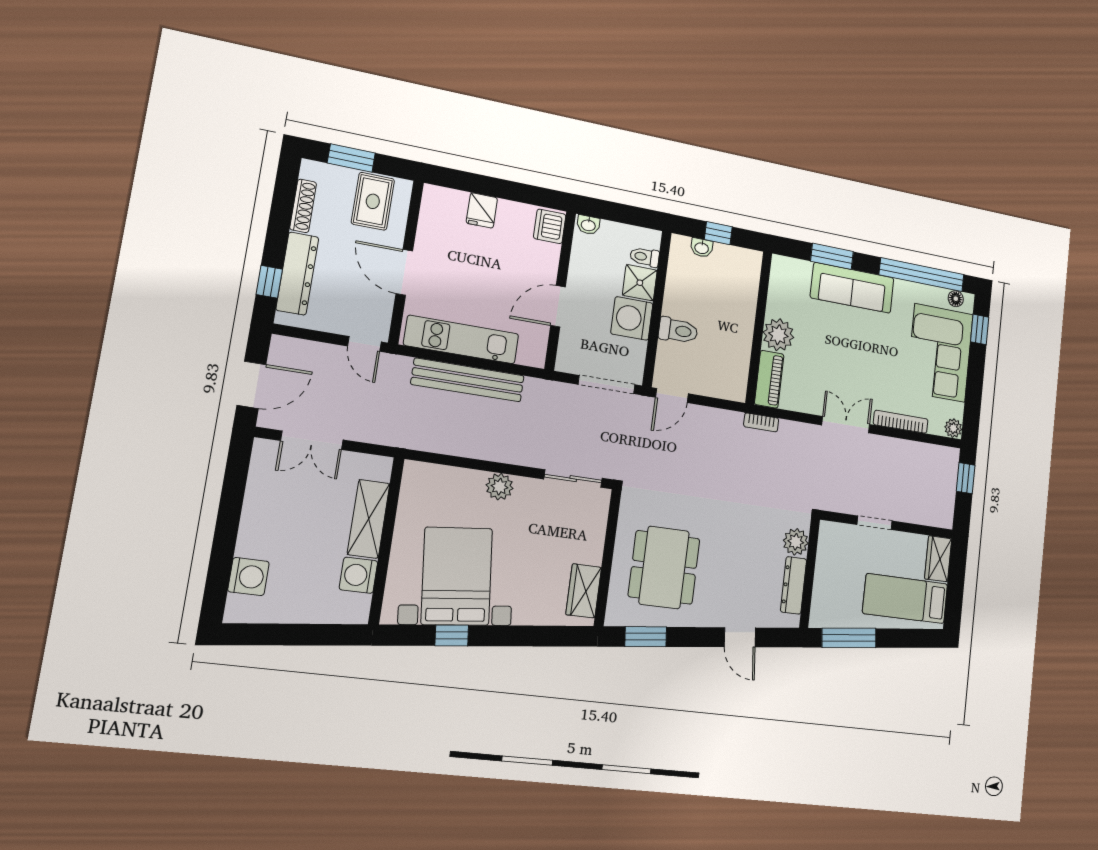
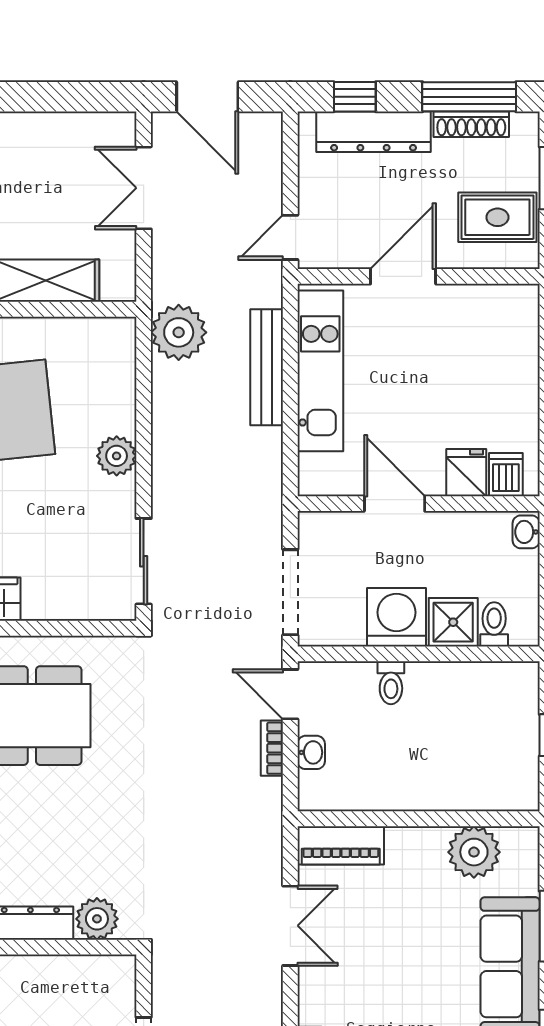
window: (283, 203) -> (469, 97), added
fridge: (482, 210) -> (466, 473), moved, turned 90
dishwasher: (550, 226) -> (506, 475), width x0.73
washbasin: (702, 248) -> (311, 752), moved, turned 180
toilet: (678, 331) -> (391, 683), width x0.73, depth x0.72
plant: (778, 335) -> (474, 852), moved
bench: (468, 380) -> (267, 367), width x0.73, depth x0.82
bookcase: (761, 422) -> (272, 748), moved
double door: (846, 425) -> (290, 926), moved
plant: (420, 431) -> (179, 332), added

